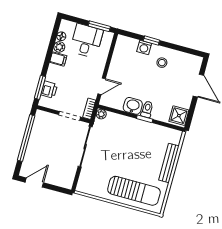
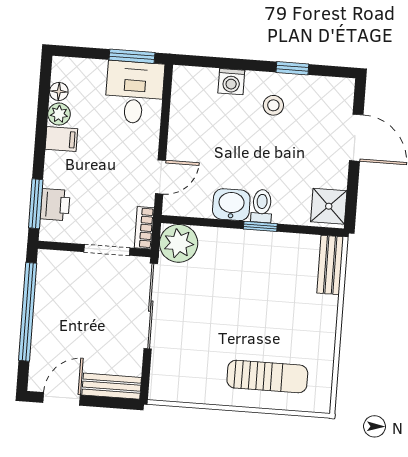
window: (151, 40) -> (292, 68), moved
desk: (86, 41) -> (134, 92), moved
plant: (101, 114) -> (179, 243), width x1.87, depth x1.87
bench: (169, 163) -> (330, 265), moved, width x0.73
bench: (59, 181) -> (112, 386), added
sun lounger: (134, 191) -> (267, 377), width x0.73, depth x0.75

